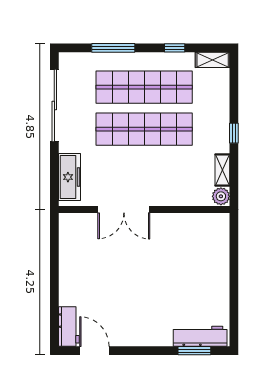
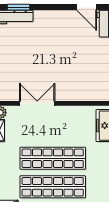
double door: (124, 210) -> (37, 103), moved

